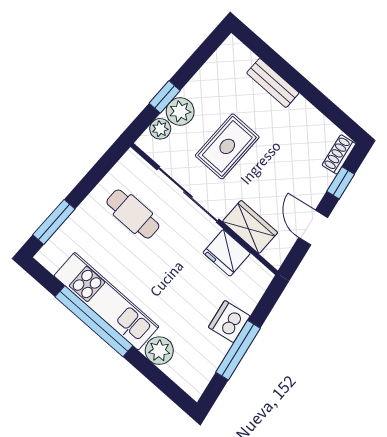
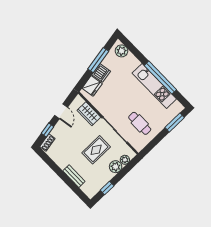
window: (165, 97) -> (107, 188), moved
fridge: (227, 253) -> (92, 86), moved, turned 80
plant: (159, 351) -> (122, 51), moved

